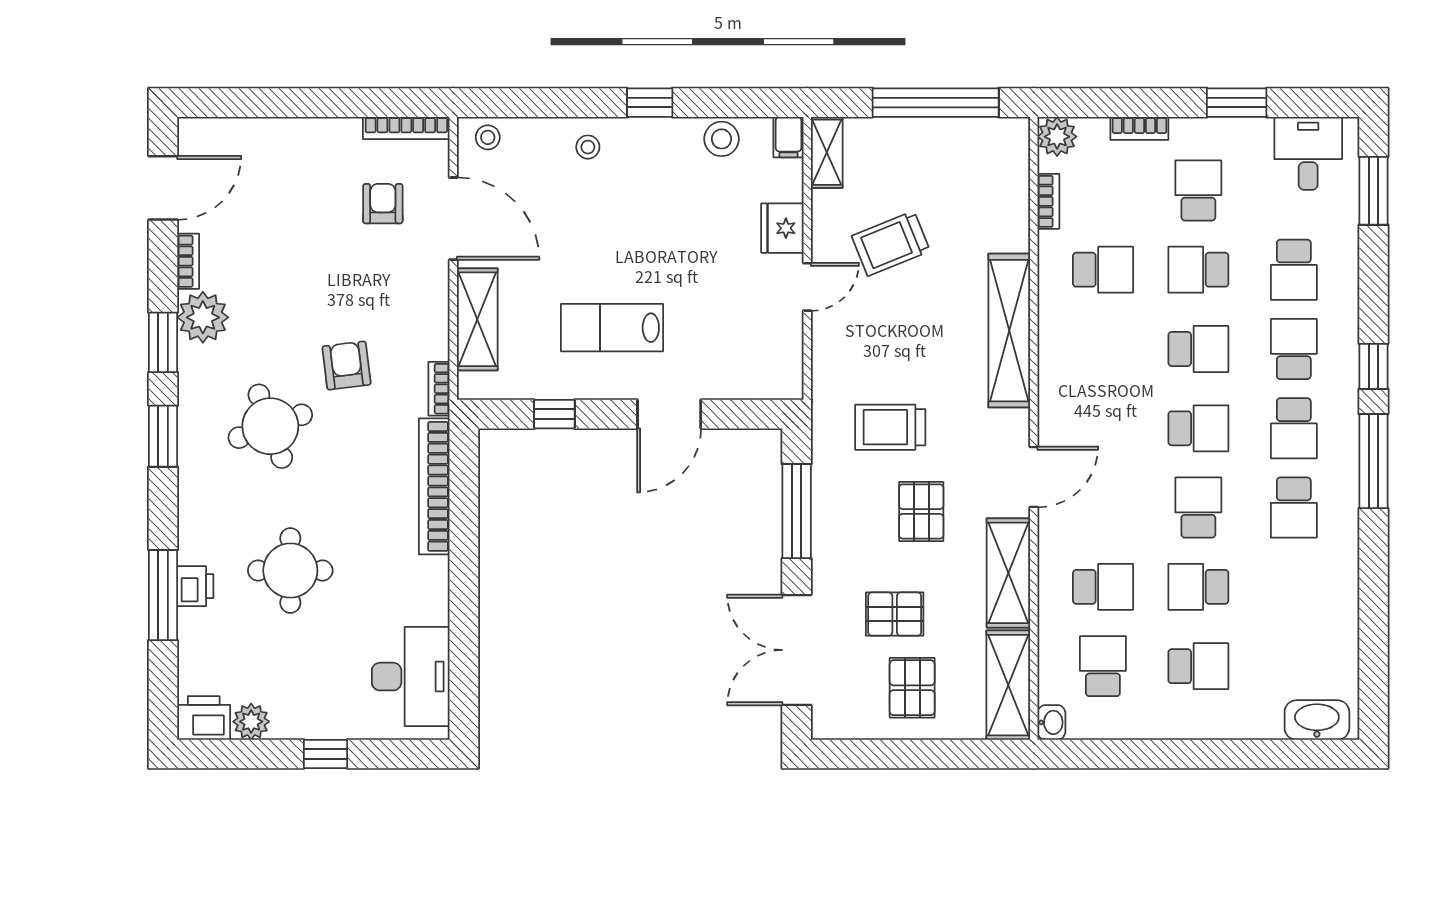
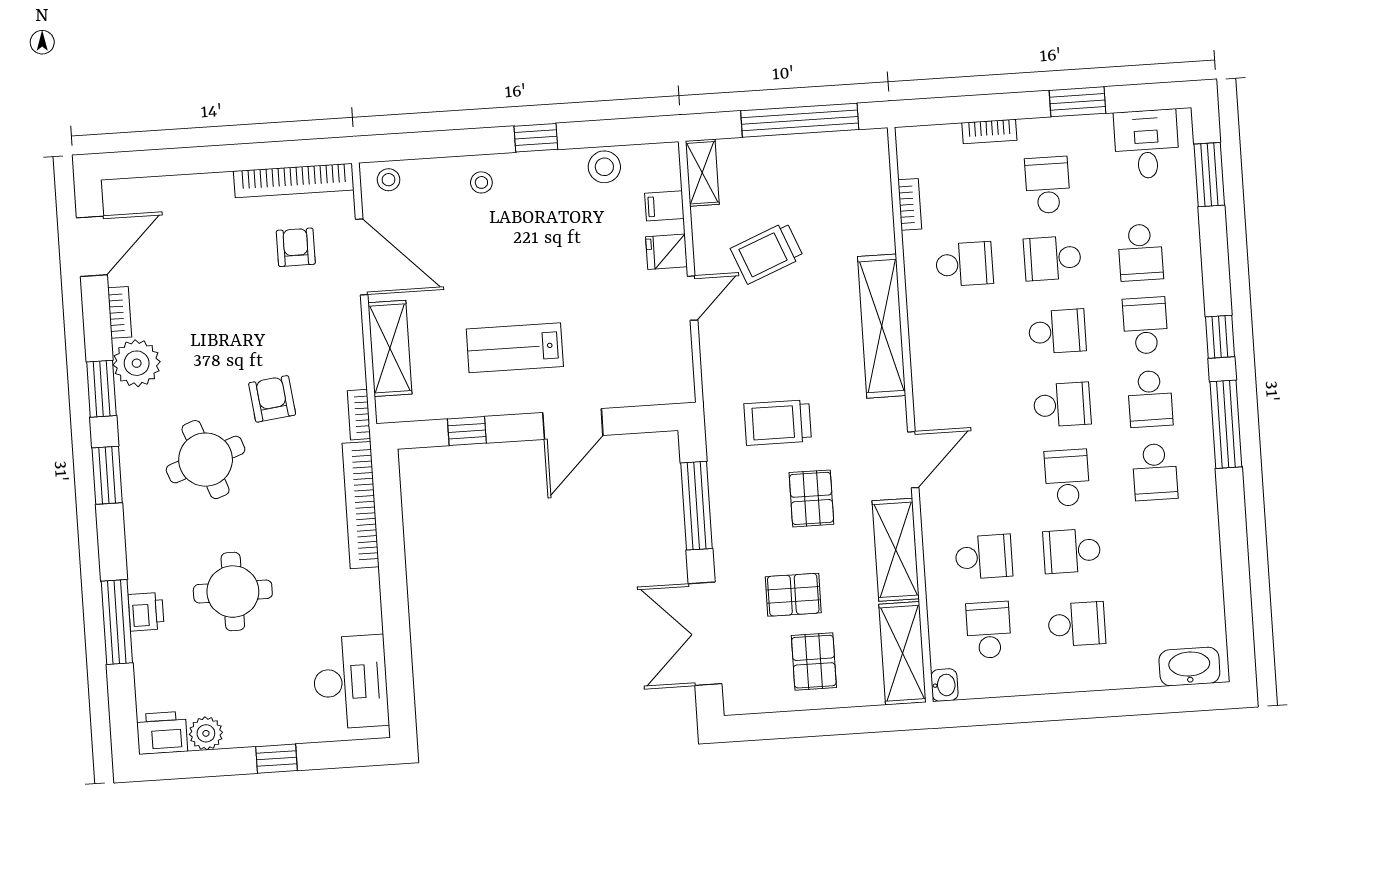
bookcase: (406, 128) -> (294, 180), width x1.48, depth x1.31
filing cabinet: (789, 137) -> (664, 206), moved, turned 90
plant: (1057, 137) -> (914, 144), removed
fridge: (782, 228) -> (666, 252), width x0.72

